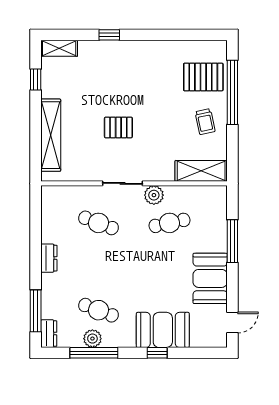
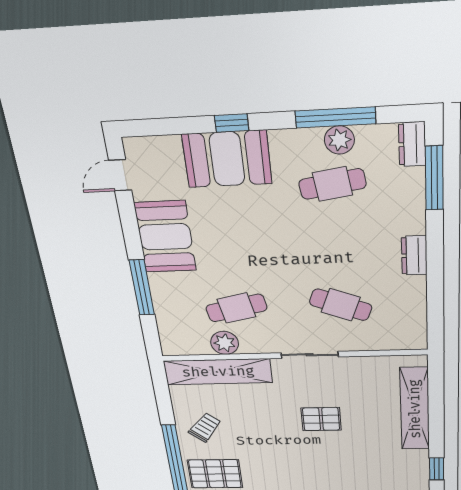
trolley: (205, 122) -> (205, 427), turned 51
shelving: (201, 171) -> (218, 372), width x1.47
plant: (154, 195) -> (225, 343), moved
cafe table: (99, 310) -> (332, 184), turned -30

